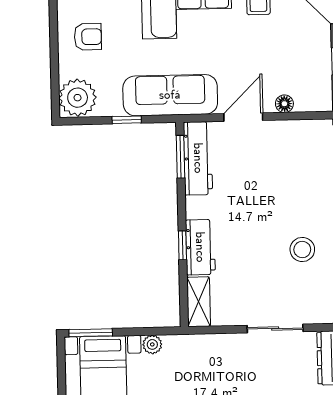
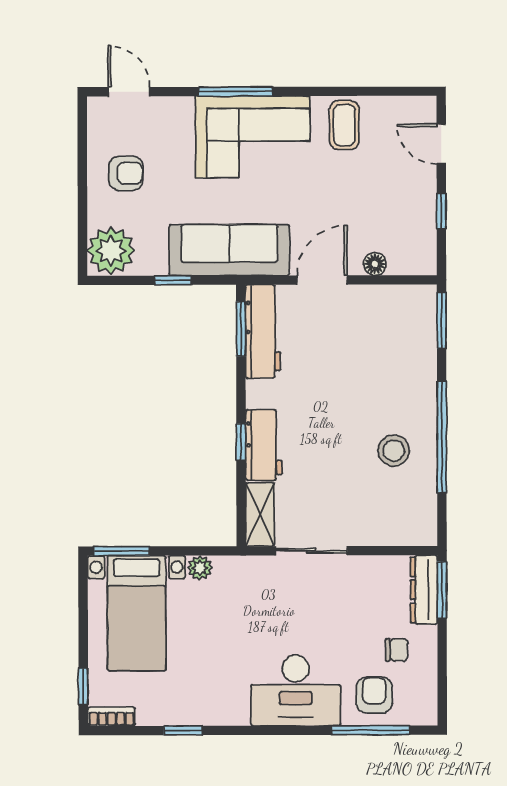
sliding door: (275, 328) -> (311, 551), moved

